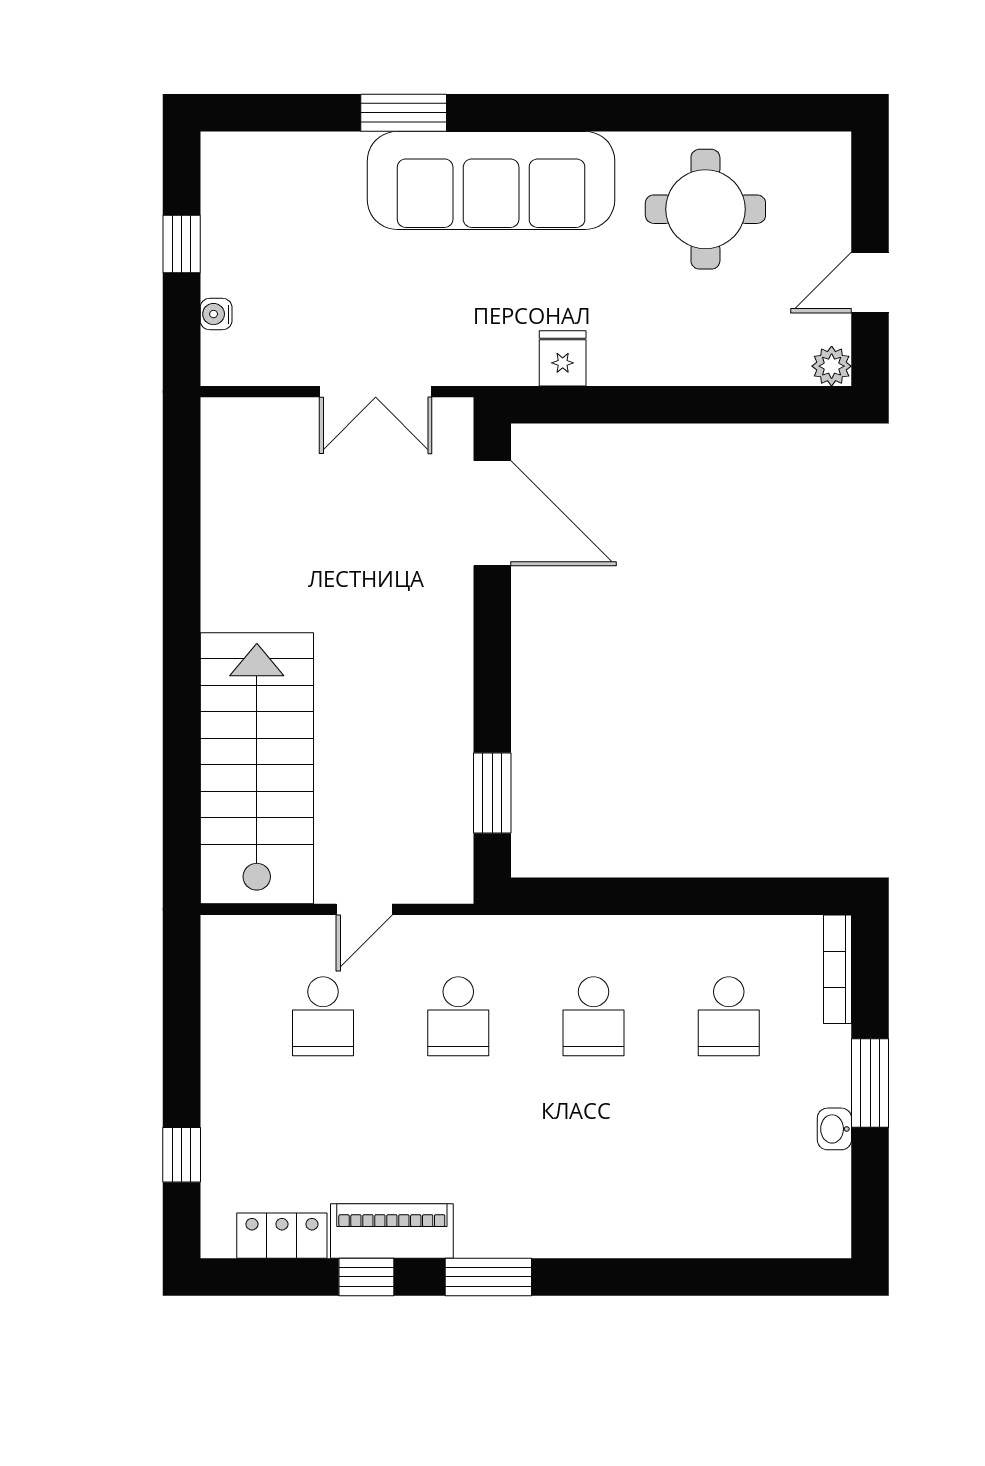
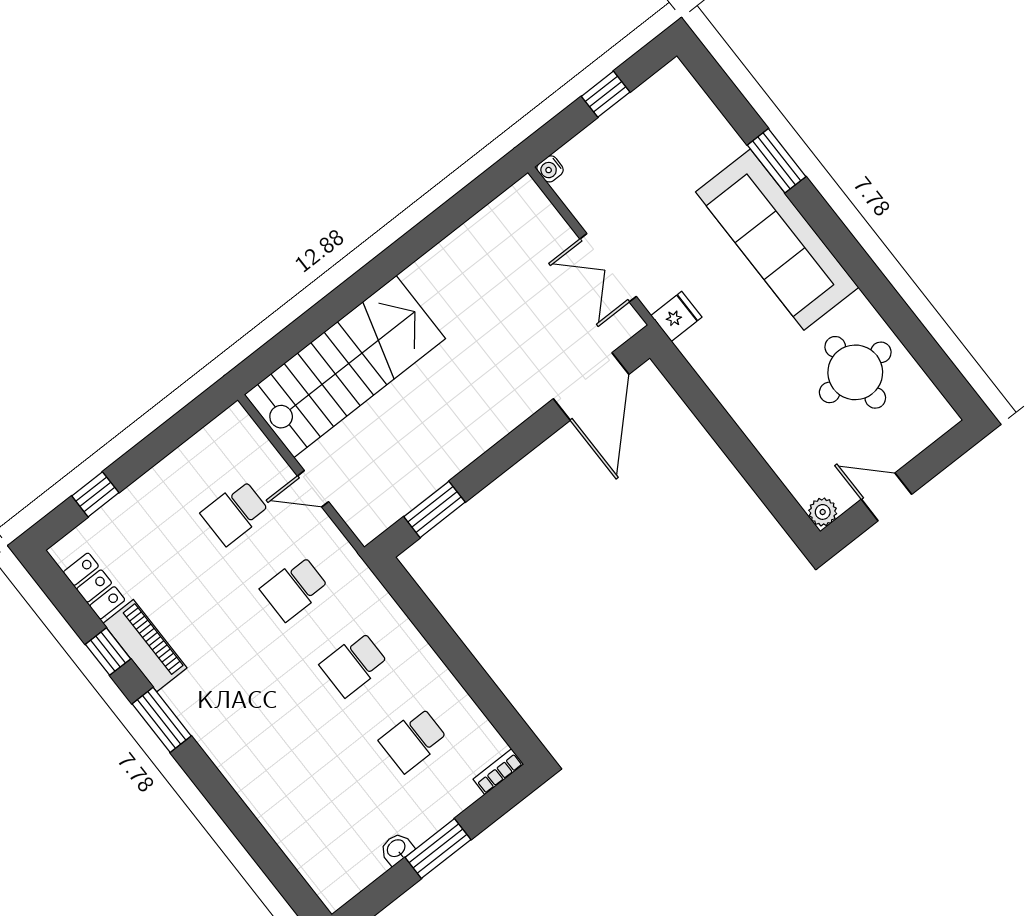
water cooler: (216, 314) -> (550, 169), moved, turned -90
fridge: (563, 358) -> (676, 316), moved
bookcase: (838, 969) -> (498, 772), width x0.64

